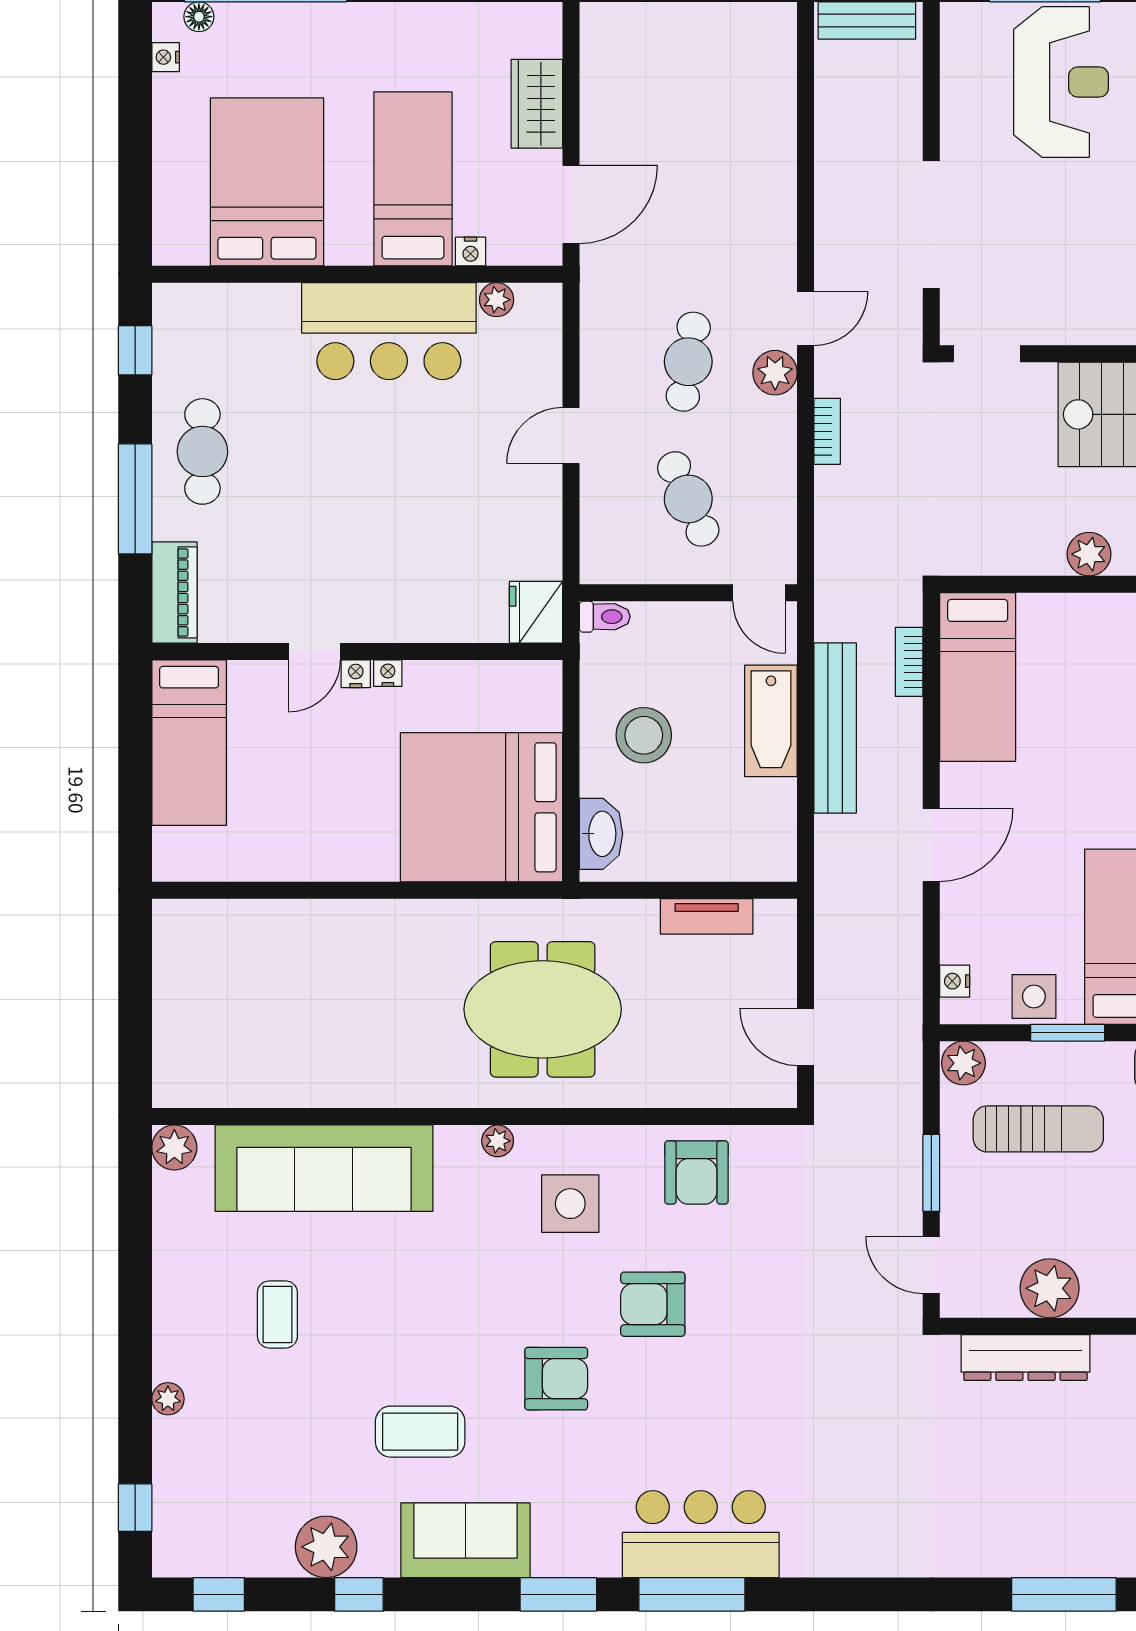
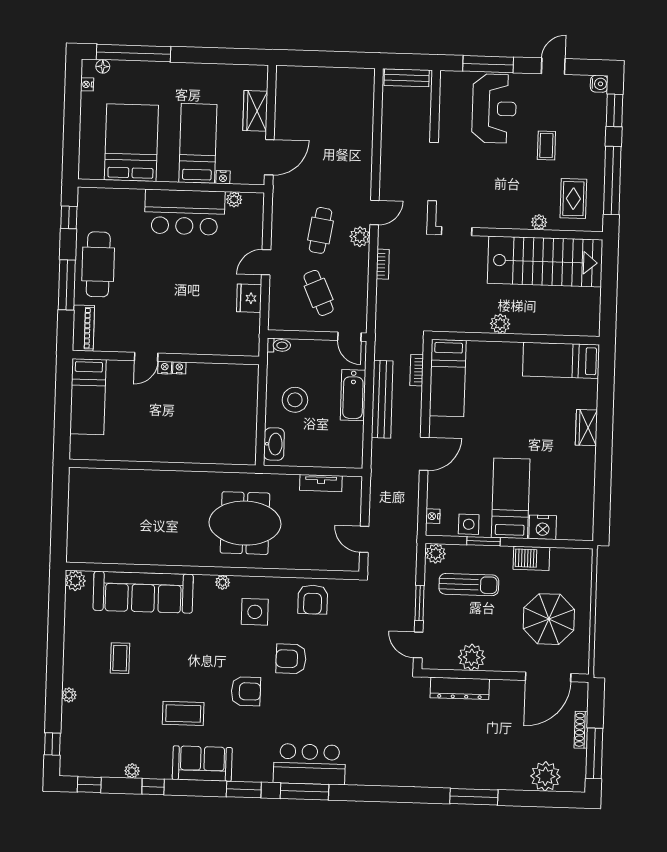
cafe table: (202, 451) -> (98, 264), width x1.37, depth x1.35
fridge: (536, 612) -> (249, 298), moved
bed: (481, 807) -> (220, 430), removed
plant: (326, 1547) -> (132, 771), width x0.53, depth x0.53

